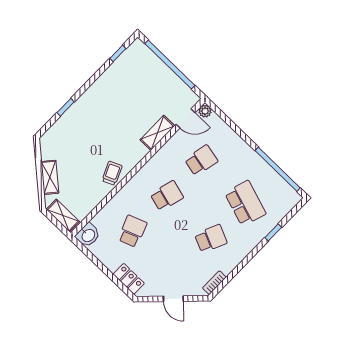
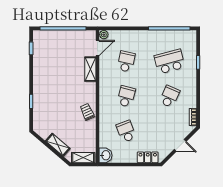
school desk: (245, 203) -> (170, 62), turned -33

